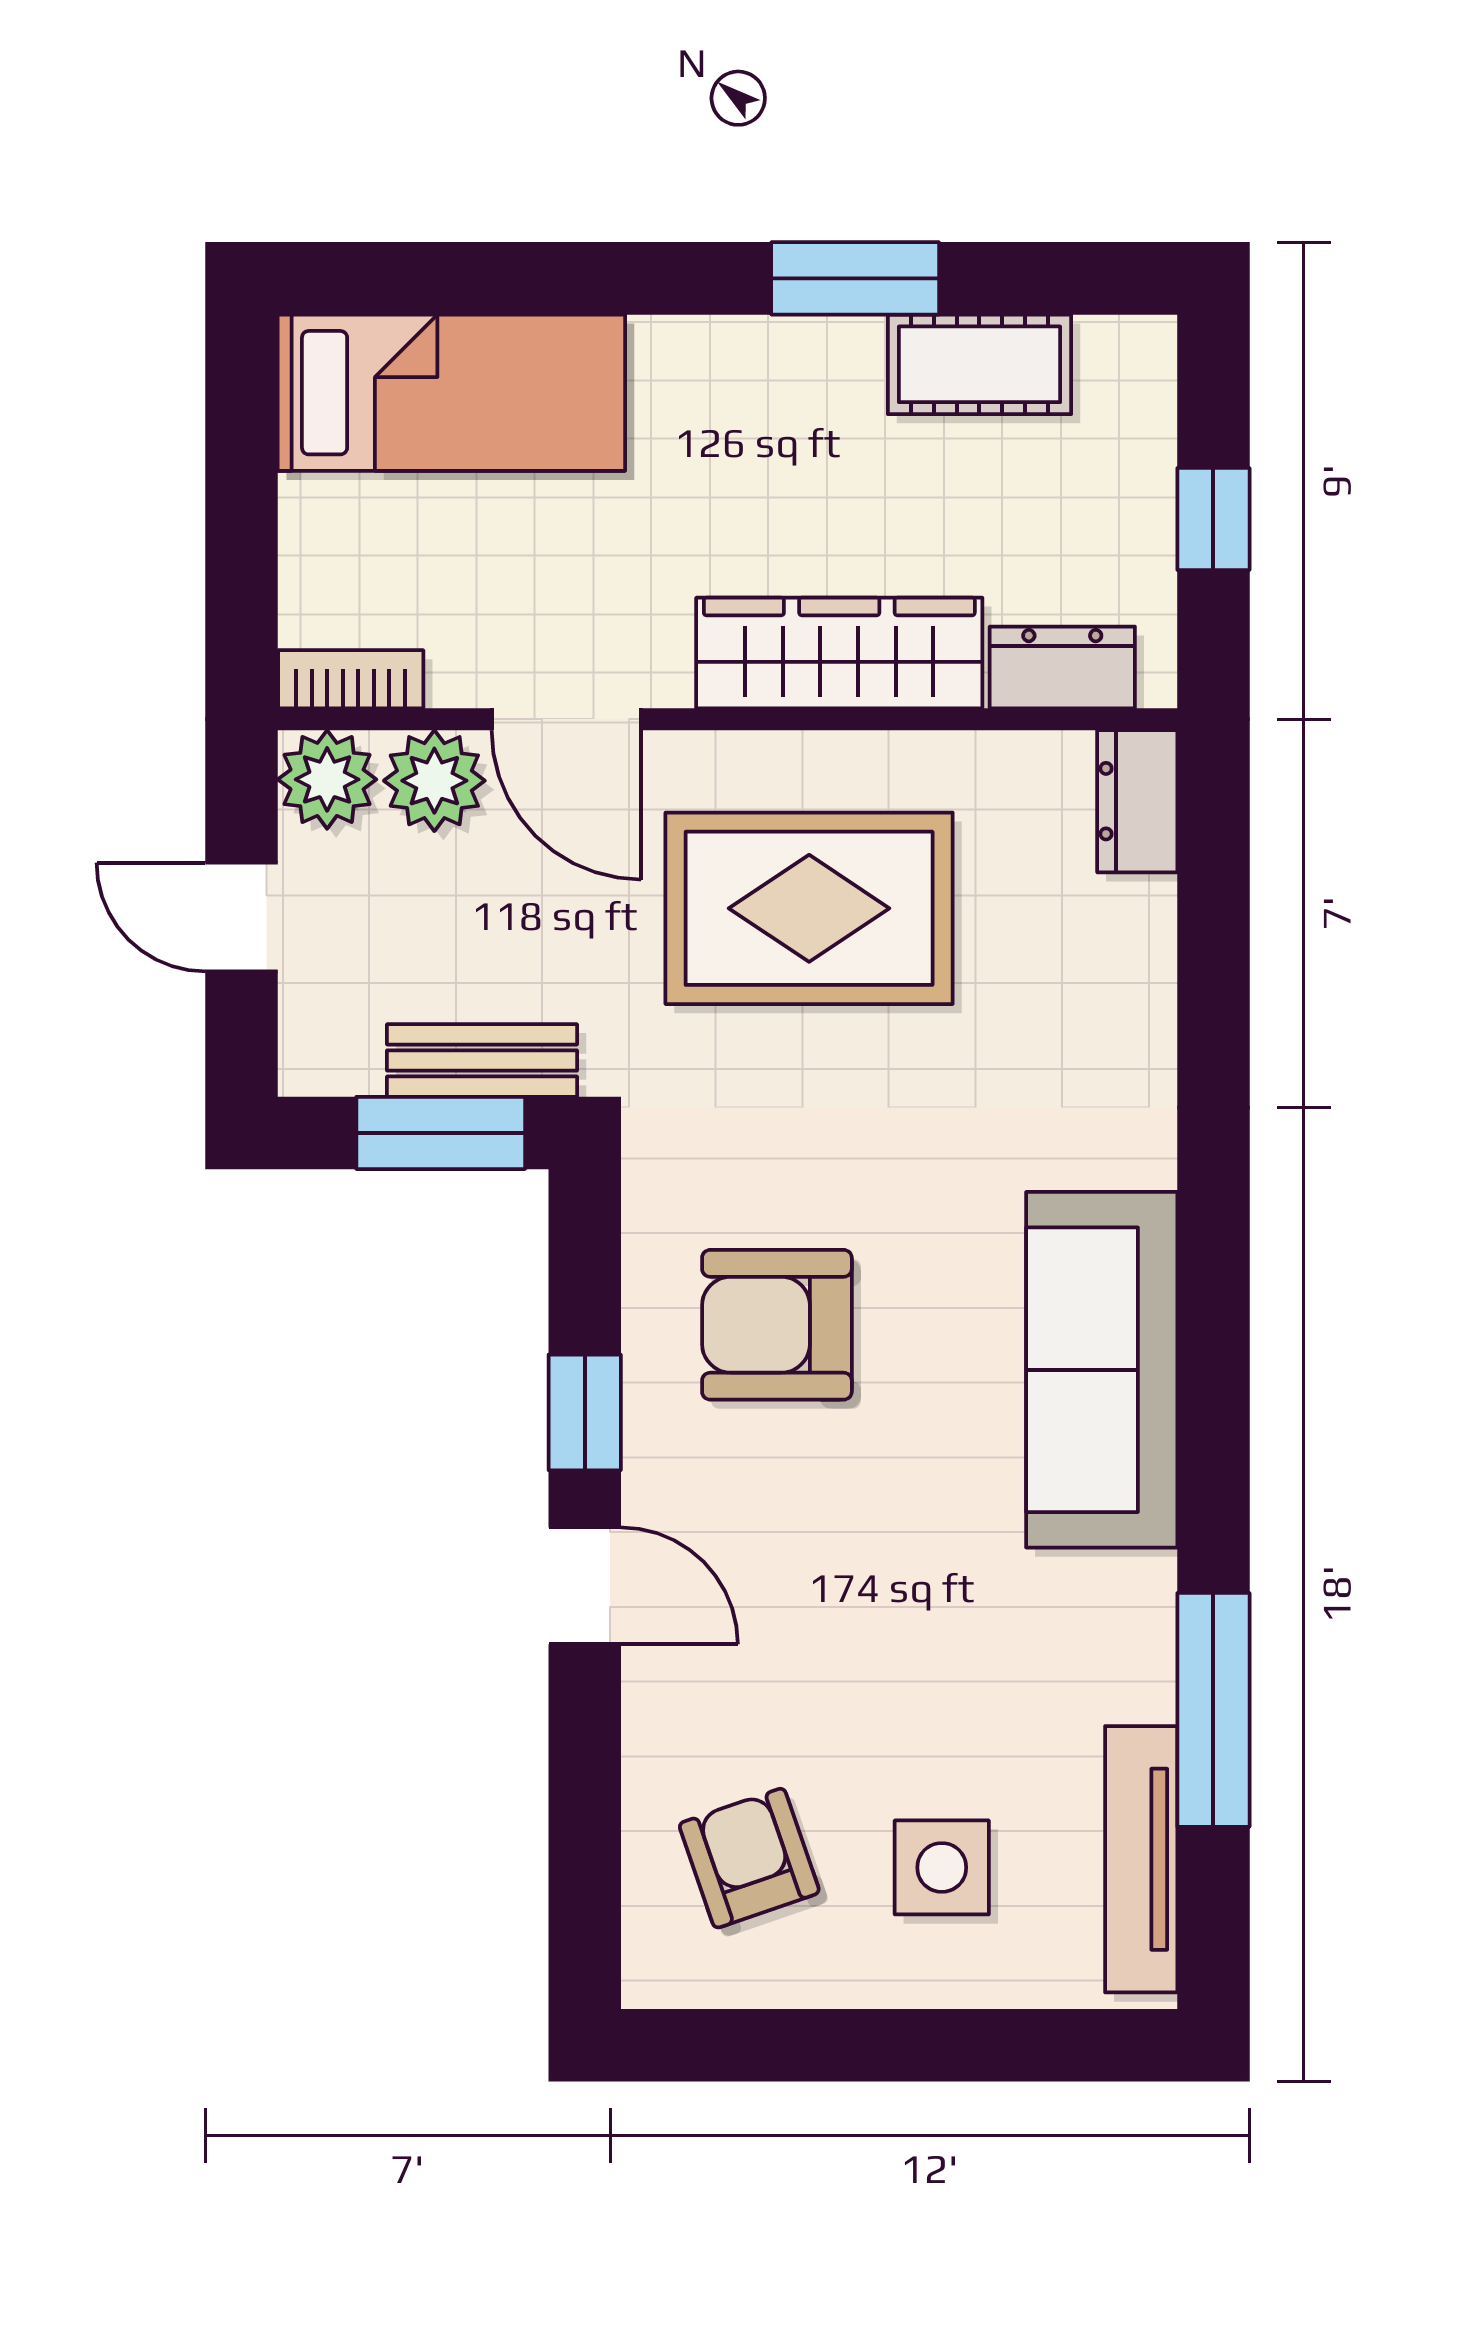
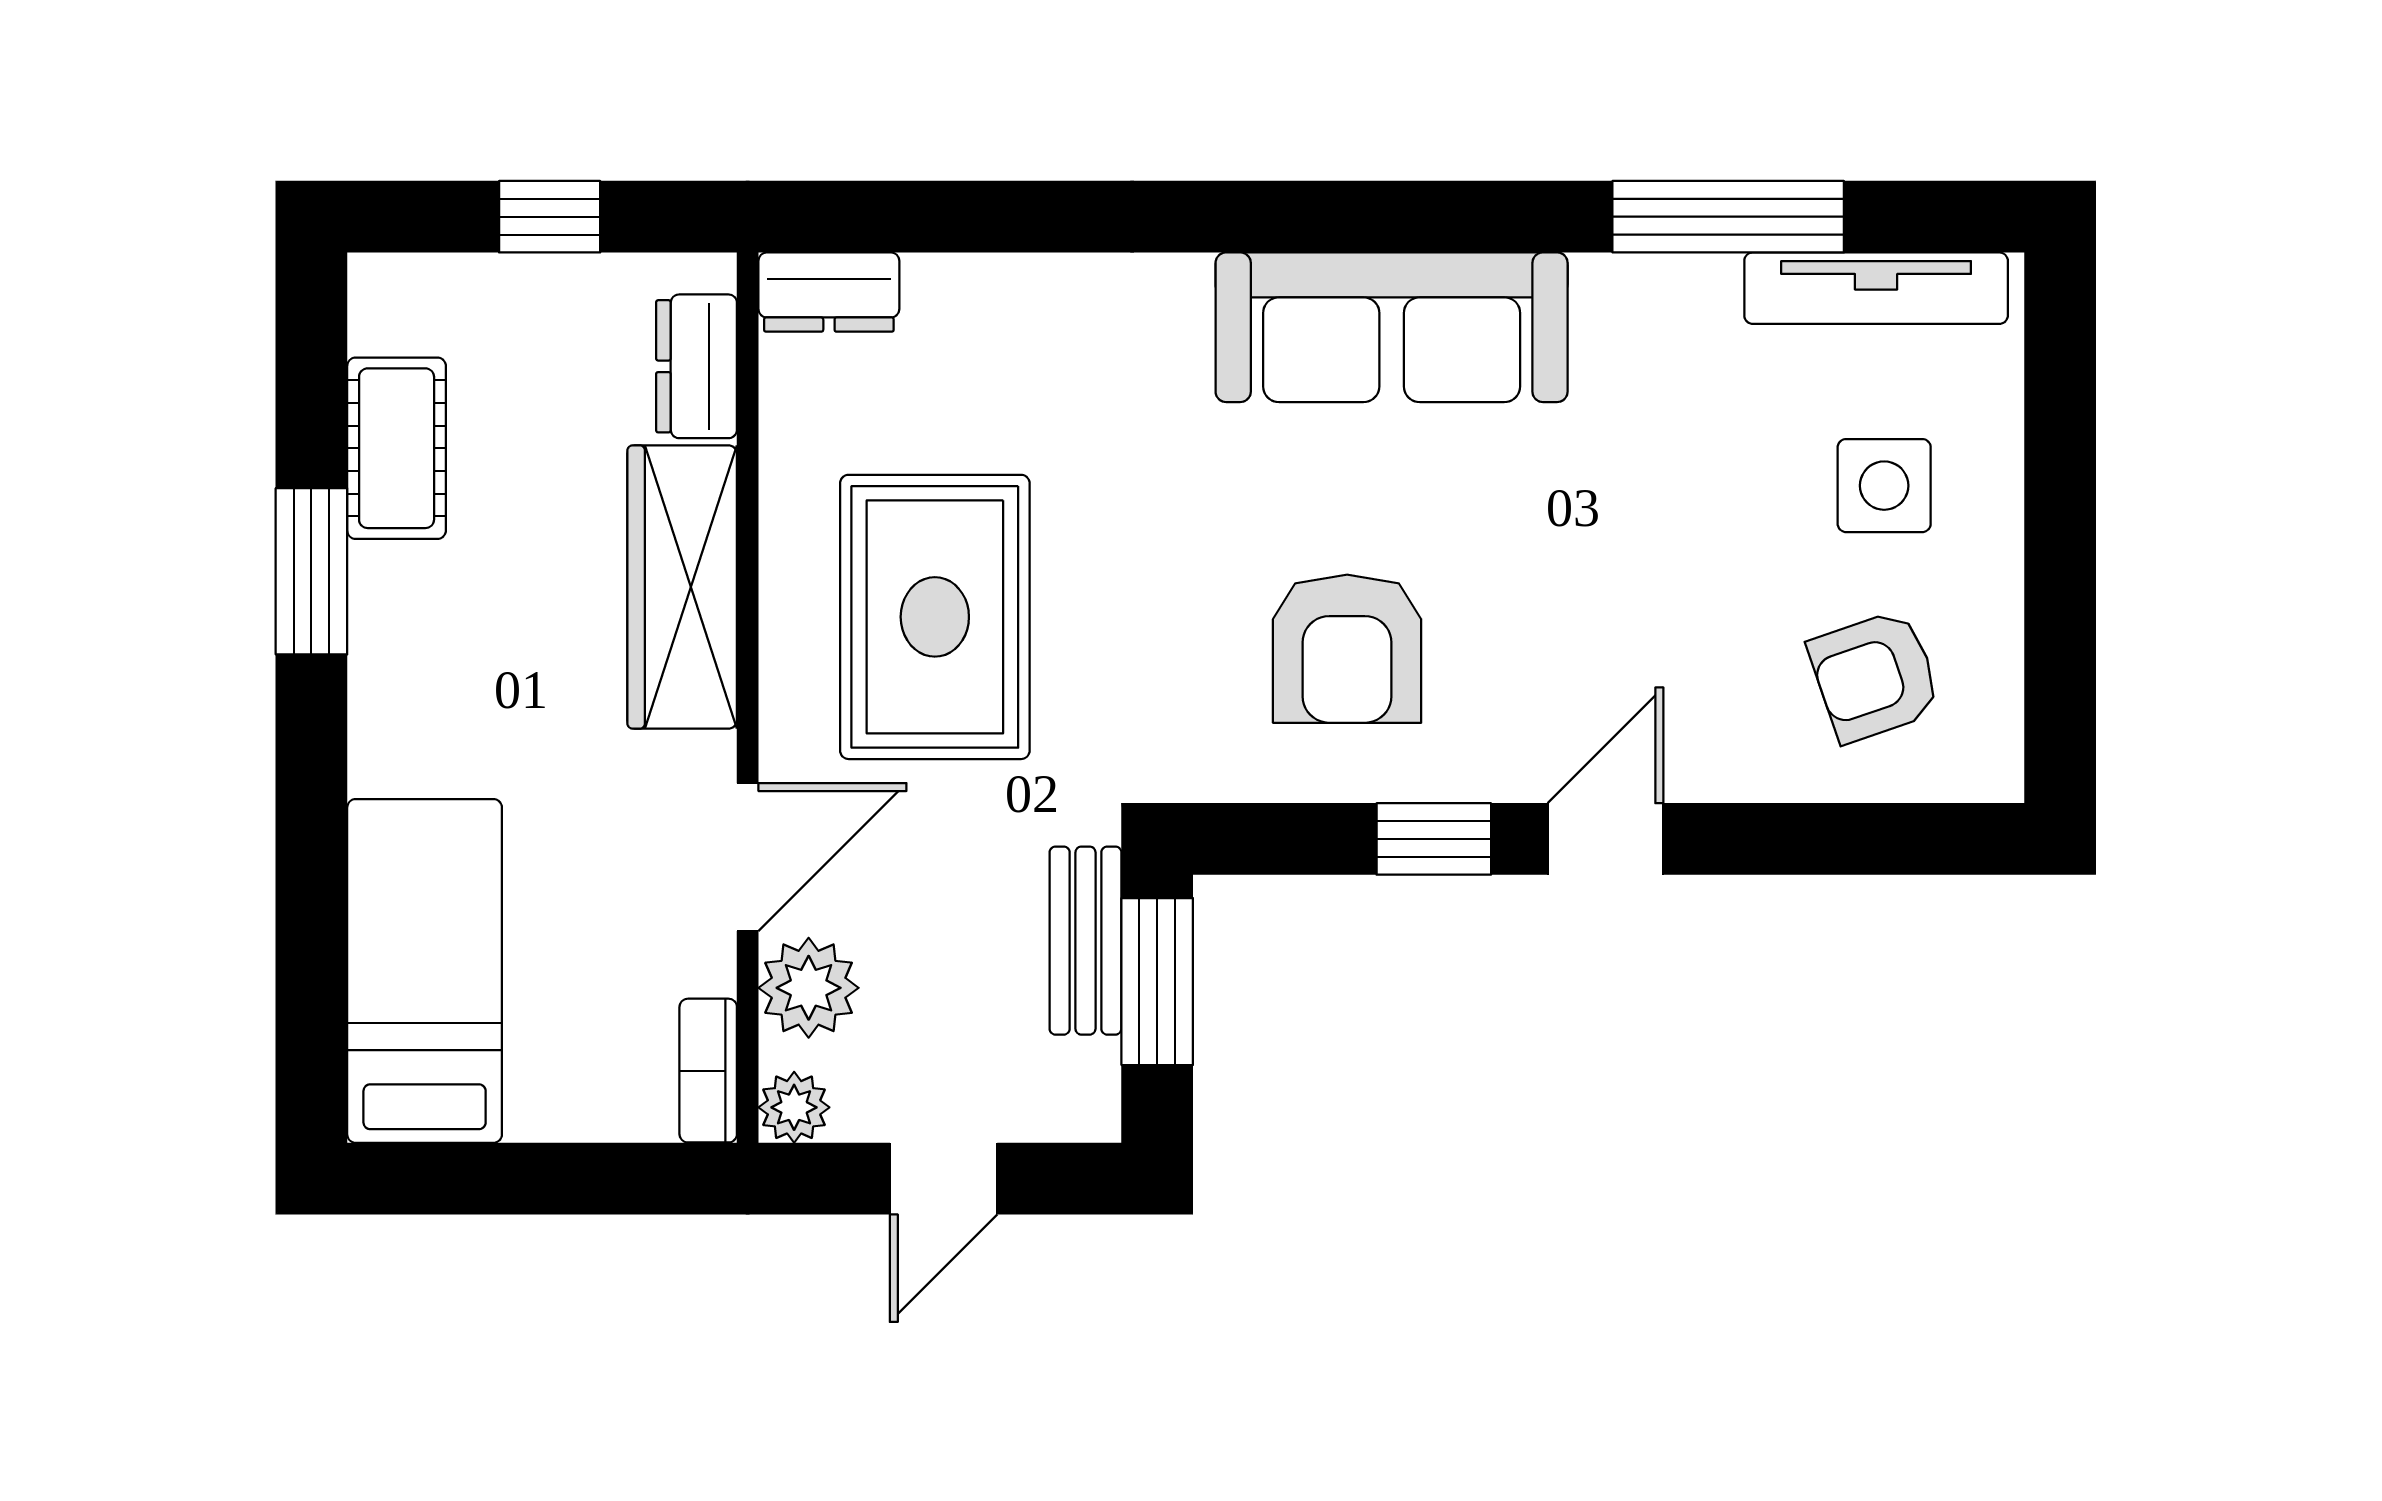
plant: (327, 779) -> (794, 1107), width x0.73, depth x0.73

